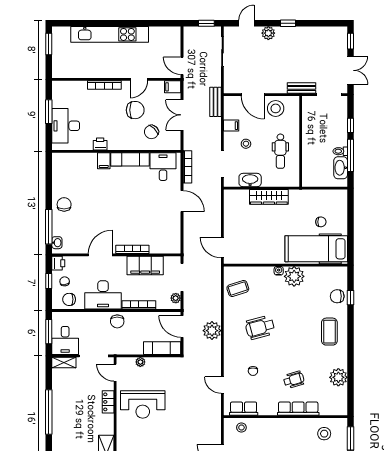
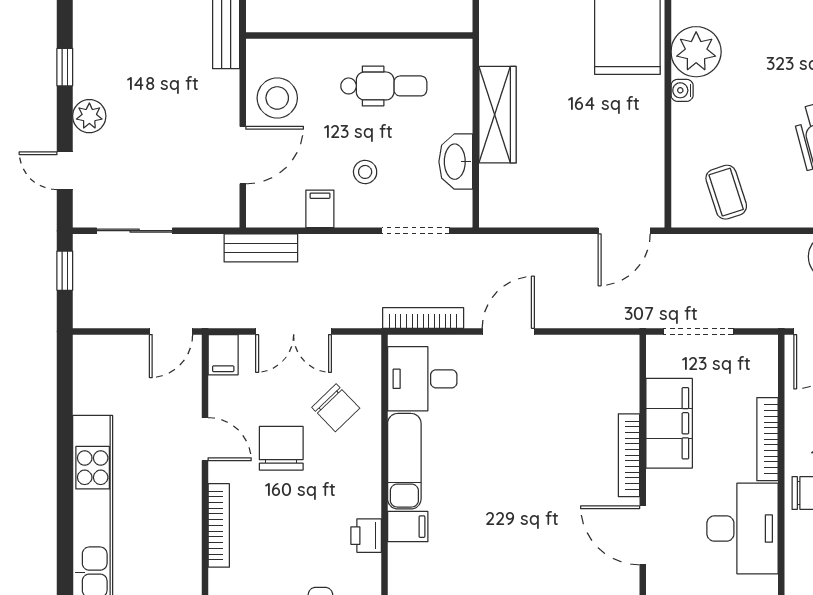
plant: (176, 298) -> (750, 347), removed

